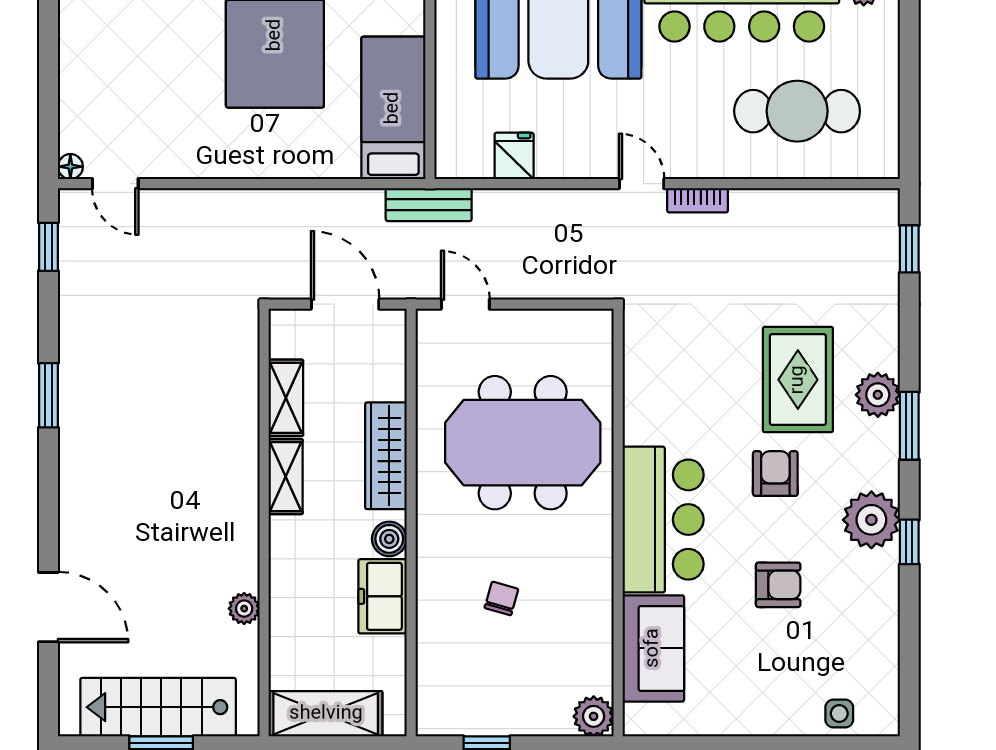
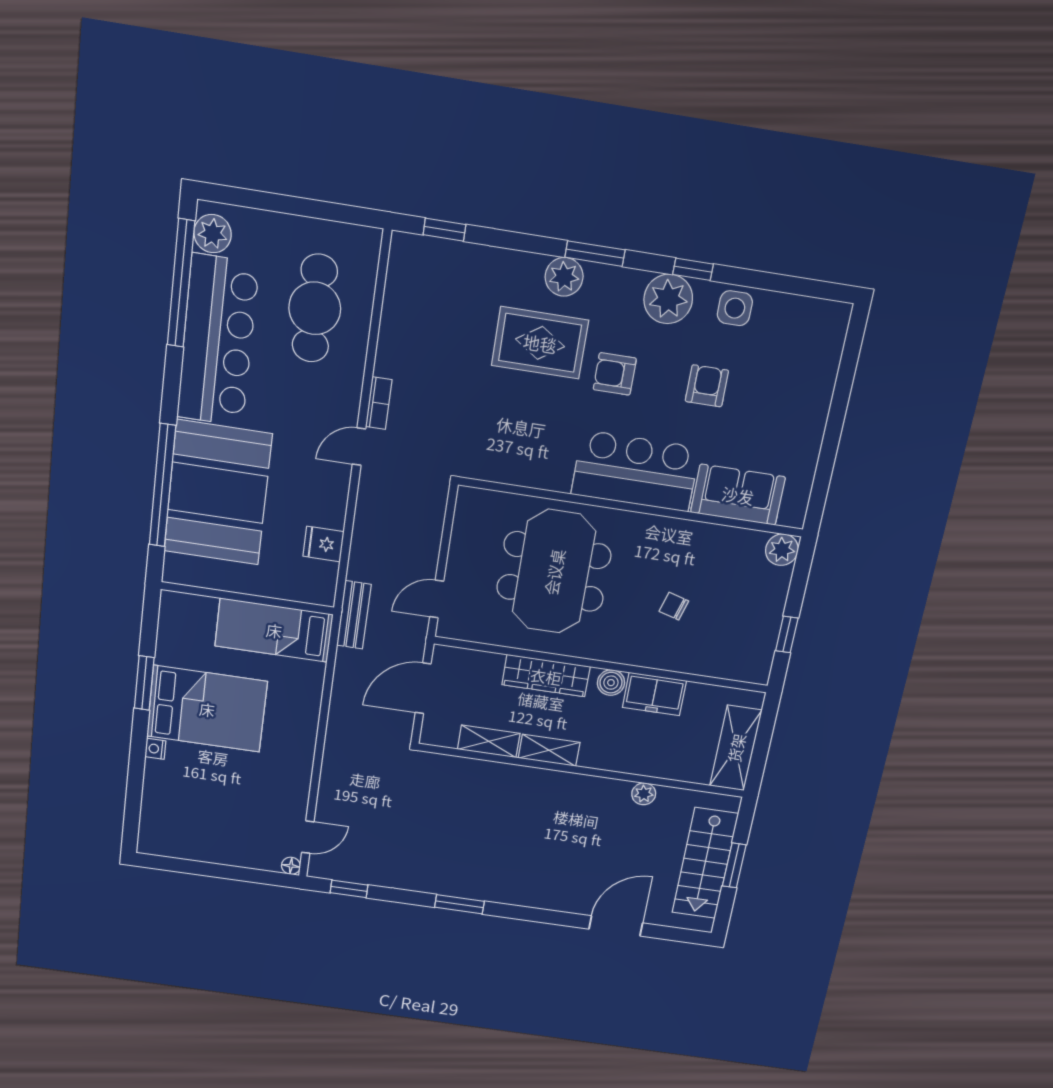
side table: (839, 714) -> (735, 308), moved, width x1.37, depth x1.37

